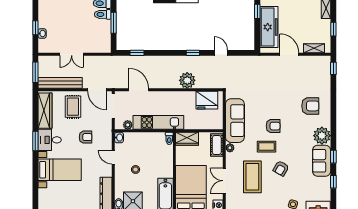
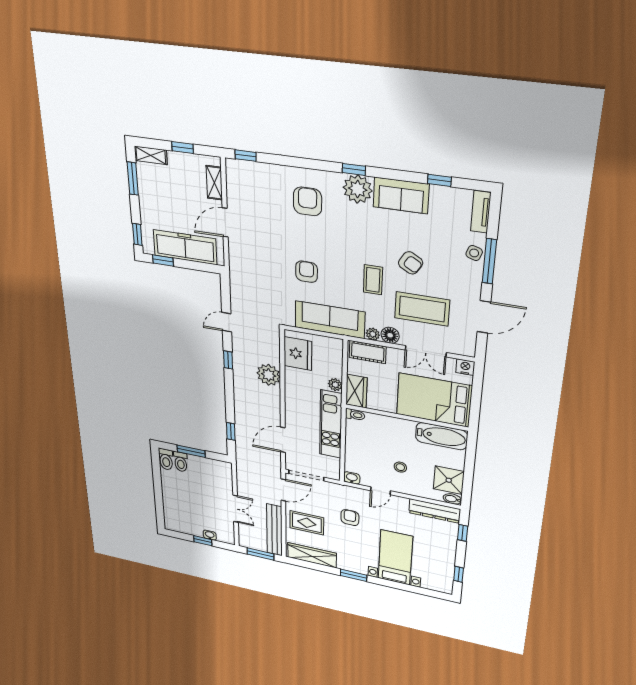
plant: (128, 125) -> (335, 385), moved
armchair: (273, 126) -> (307, 272), moved
desk: (50, 140) -> (353, 559), removed
window: (333, 157) -> (354, 169), moved
floor lamp: (231, 158) -> (390, 335), added

